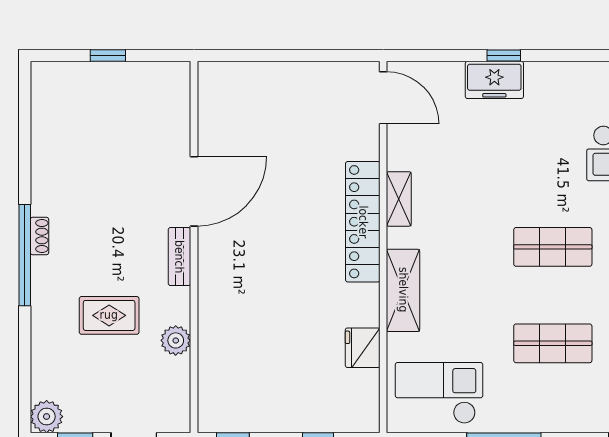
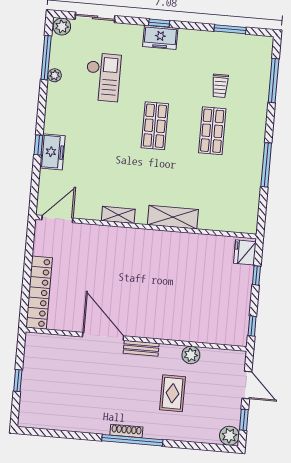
locker: (363, 222) -> (39, 293), moved, turned -90
shoe rack: (39, 236) -> (126, 431), width x1.43
fridge: (363, 348) -> (245, 252), moved, turned 90
checkout: (439, 393) -> (236, 201), removed

